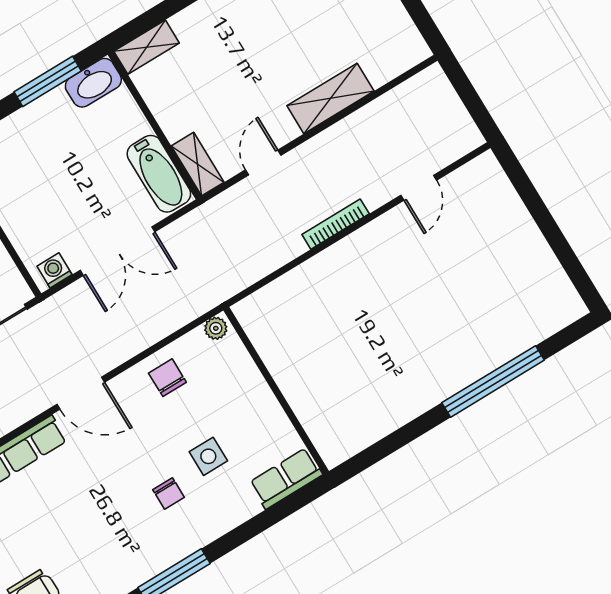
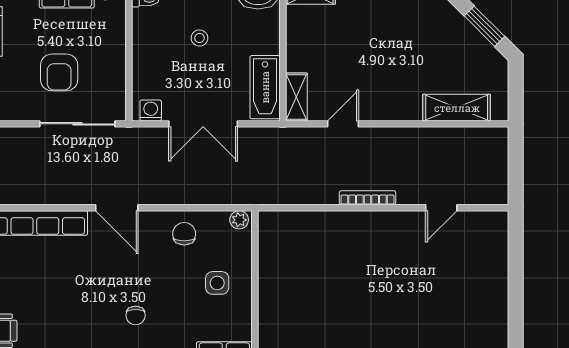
shelving: (331, 98) -> (457, 108), moved
stool: (59, 164) -> (199, 38), added
side table: (208, 456) -> (217, 283), moved

